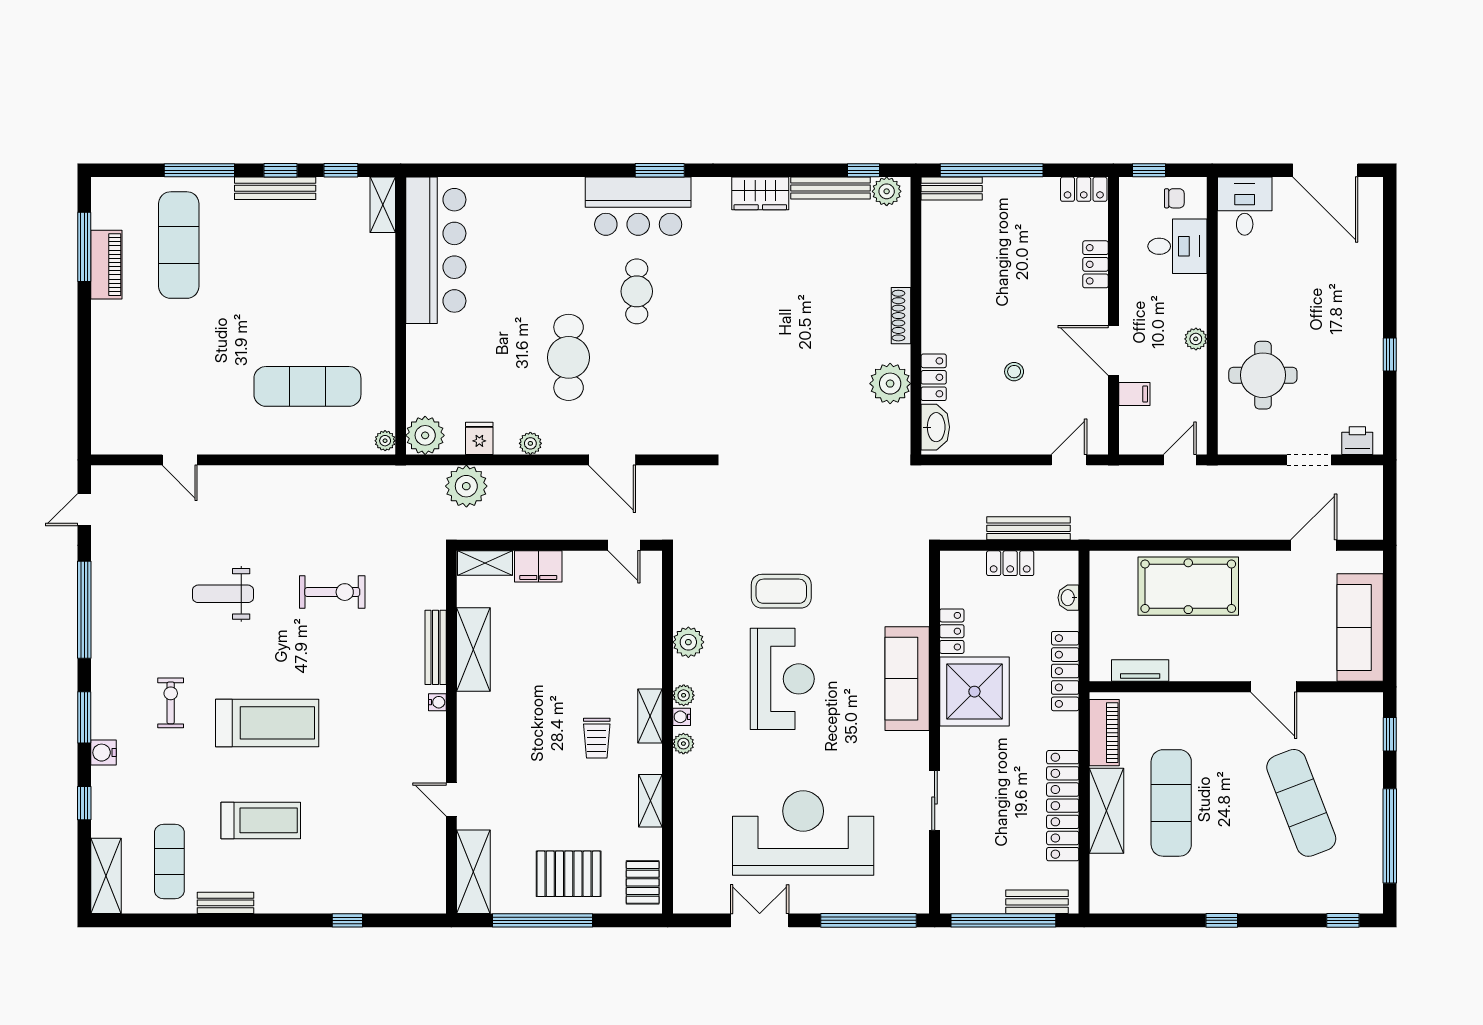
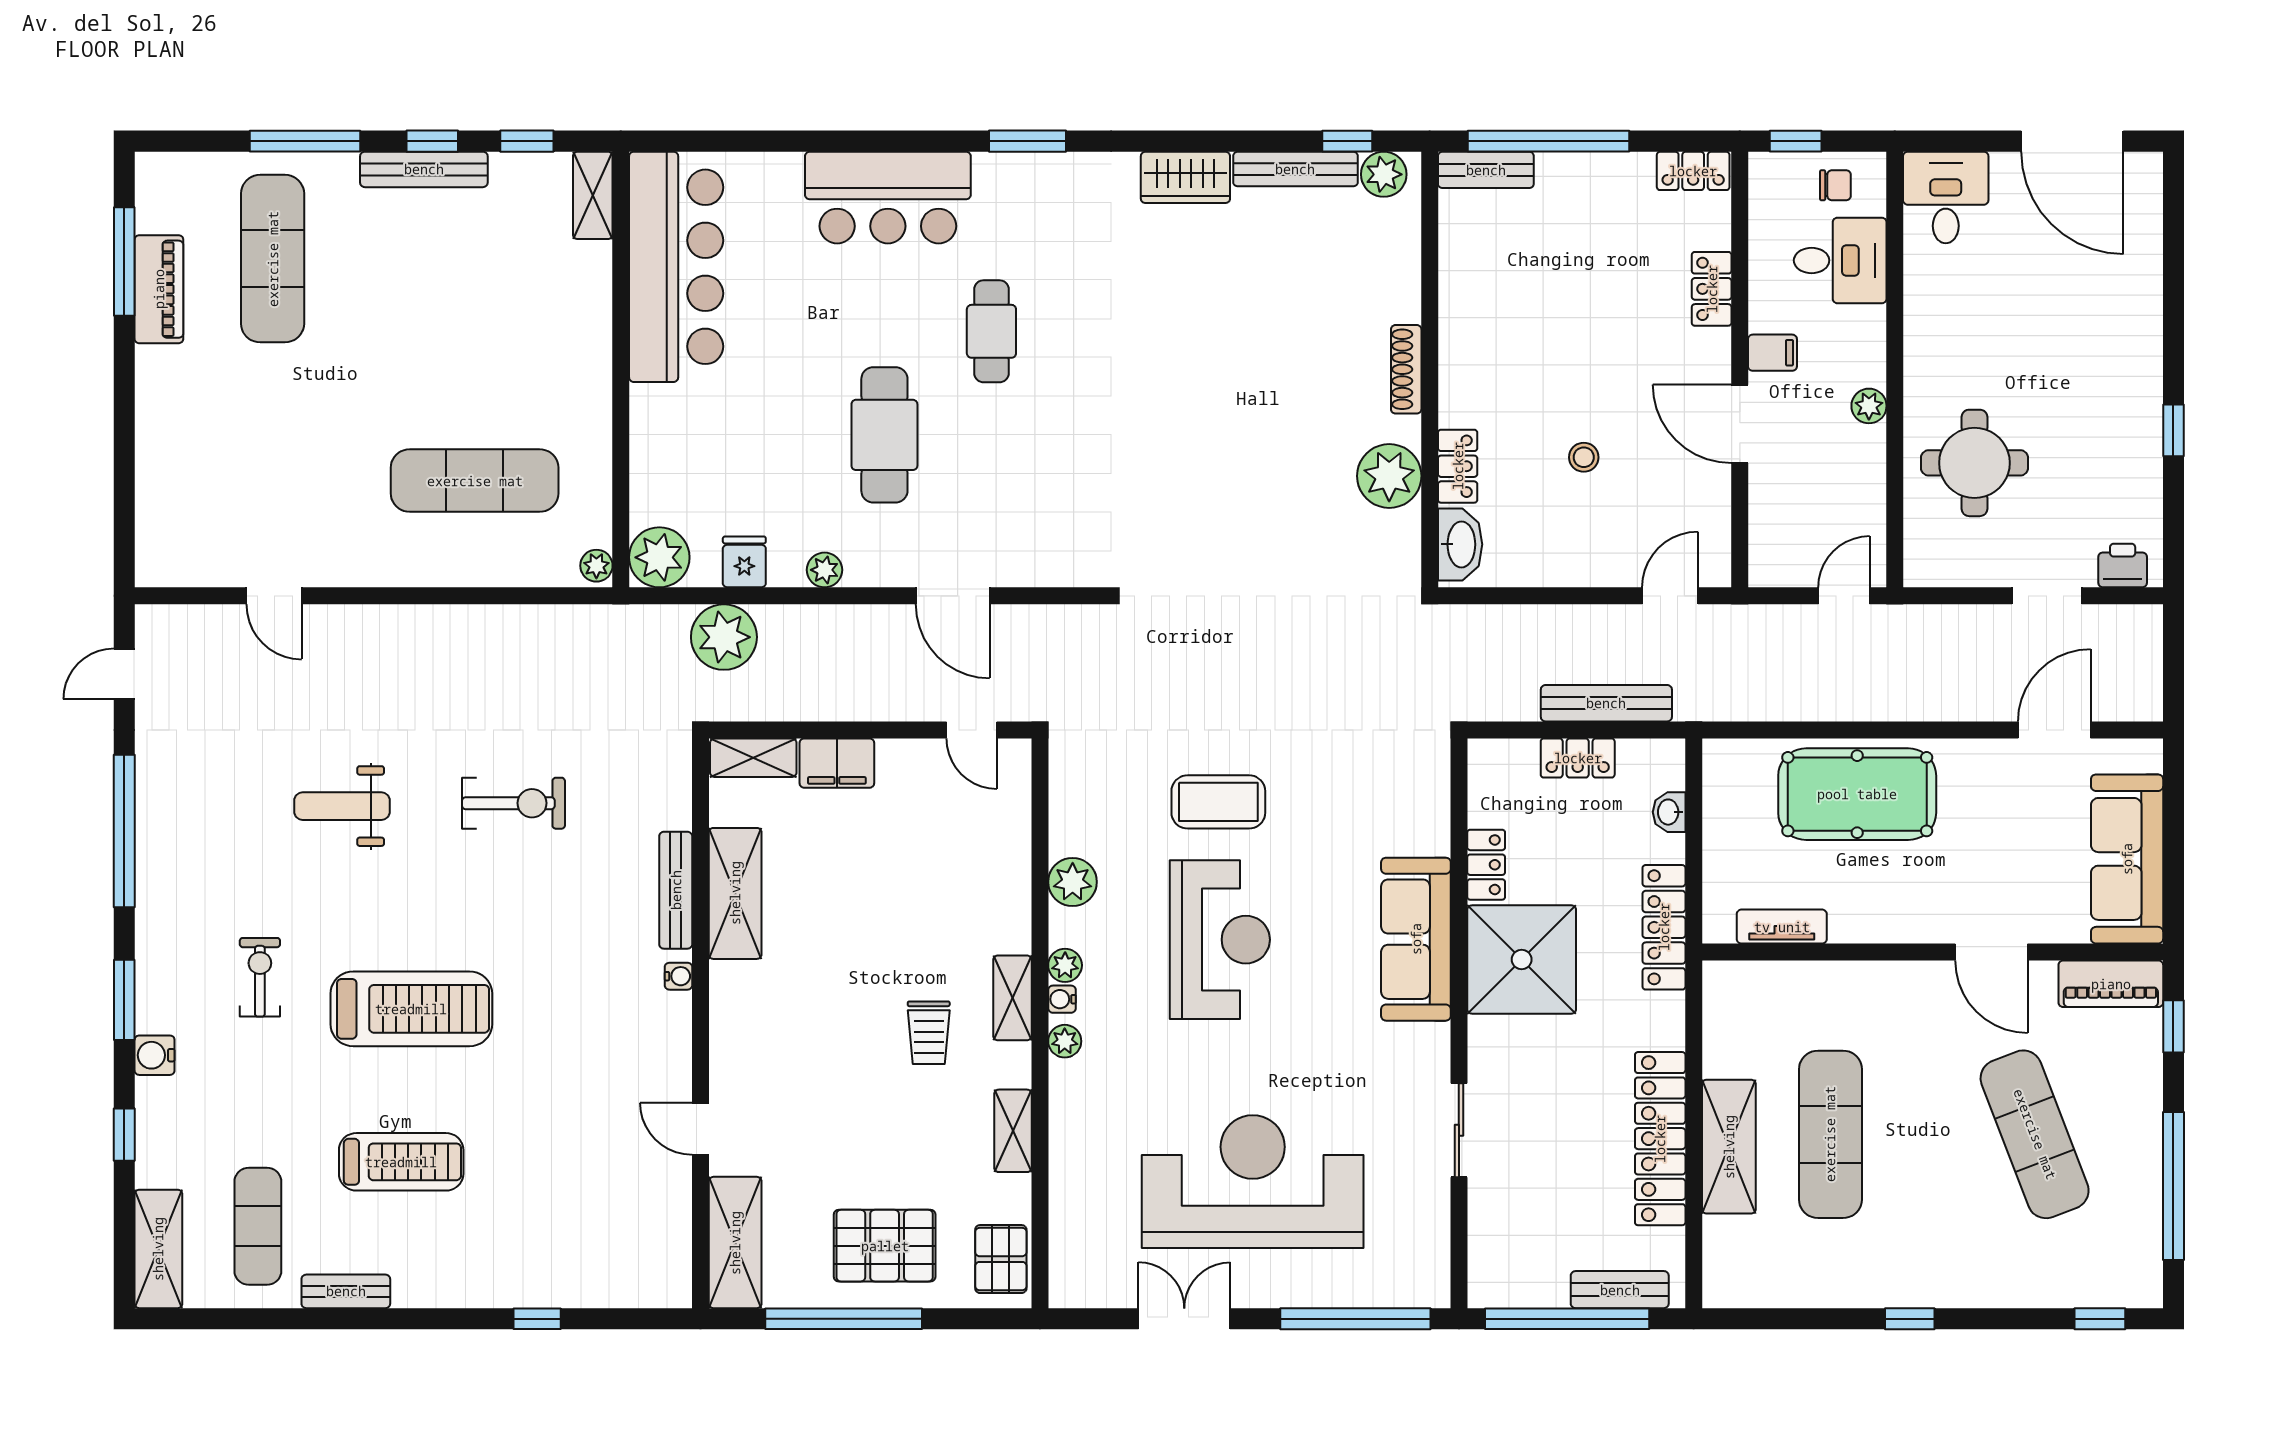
bar counter: (638, 206) -> (888, 198), moved
filing cabinet: (1134, 394) -> (1772, 353), moved
piano: (1104, 733) -> (2111, 984), moved, turned 90

